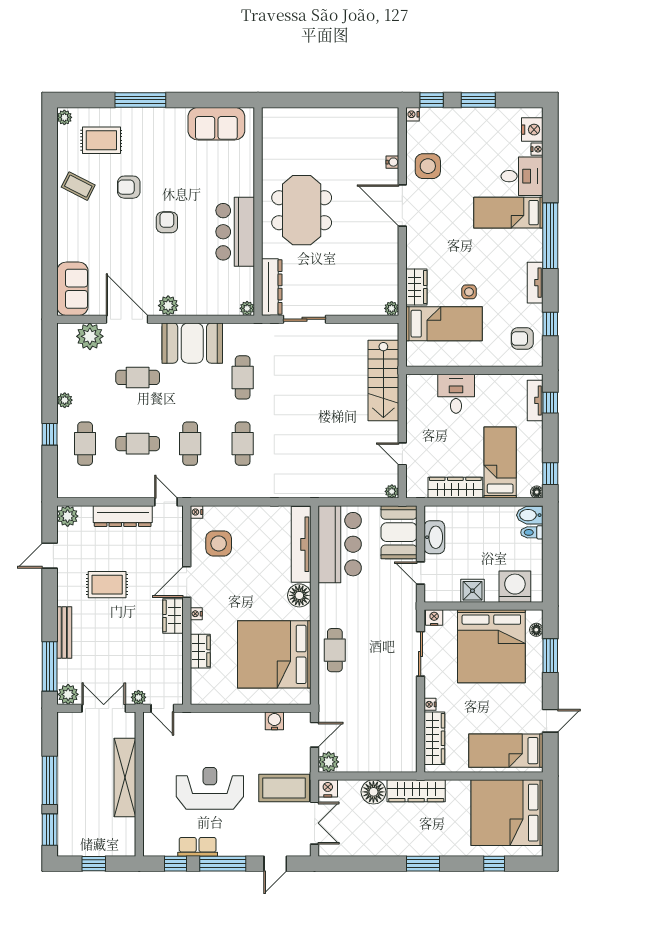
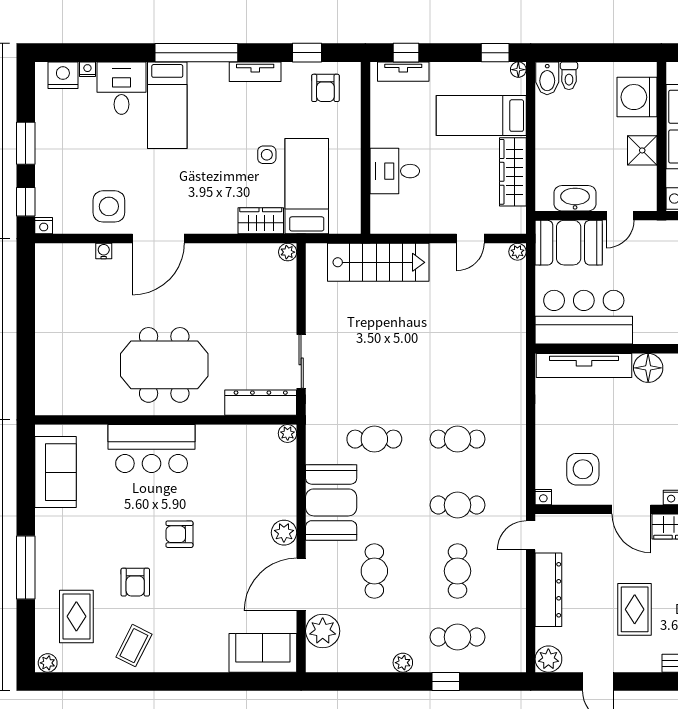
bar counter: (235, 232) -> (152, 449), moved

